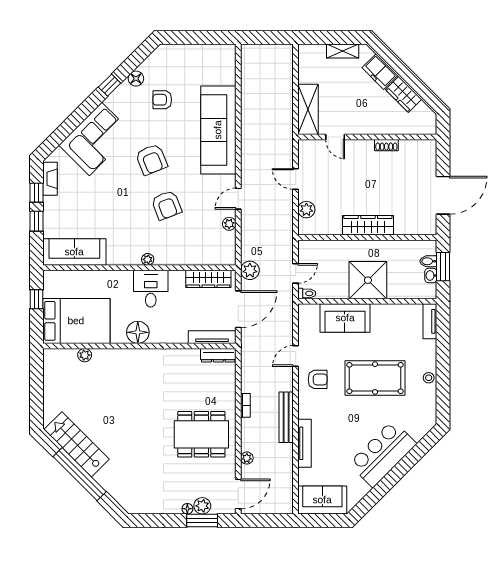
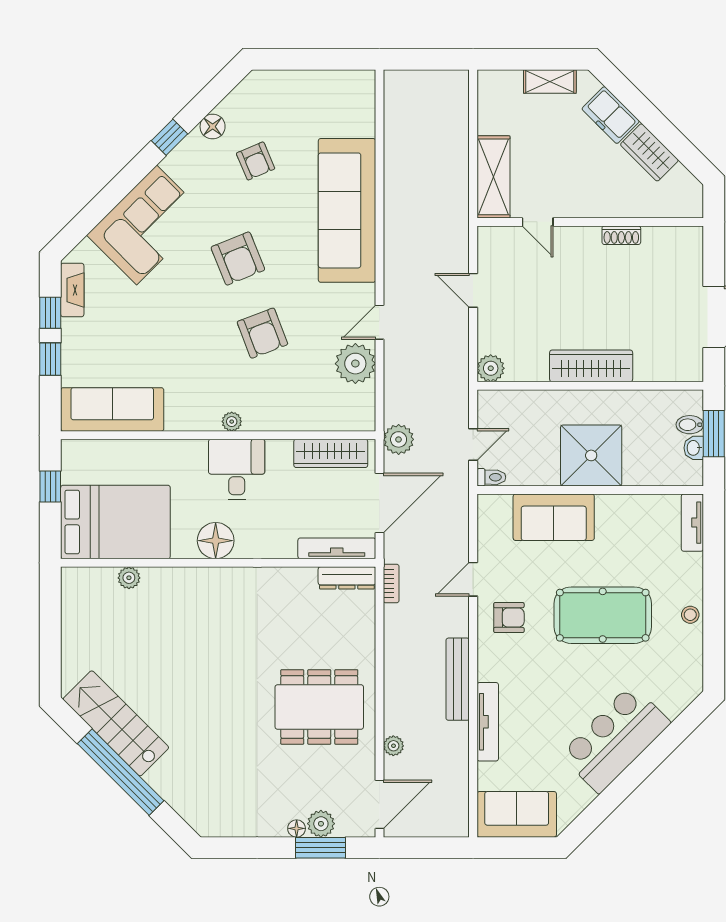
armchair: (162, 100) -> (256, 161), turned -113
plant: (306, 210) -> (491, 368), moved
plant: (229, 224) -> (355, 364), width x1.88, depth x1.88
bookcase: (245, 405) -> (391, 583), moved

